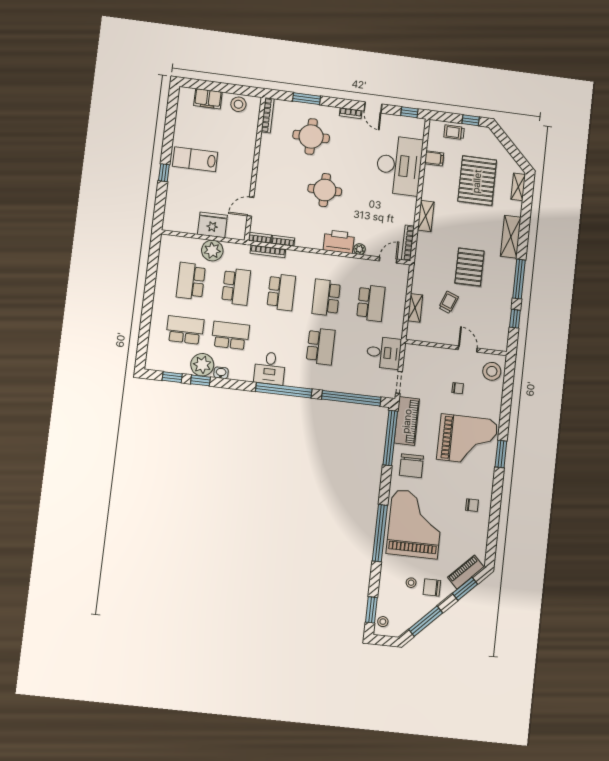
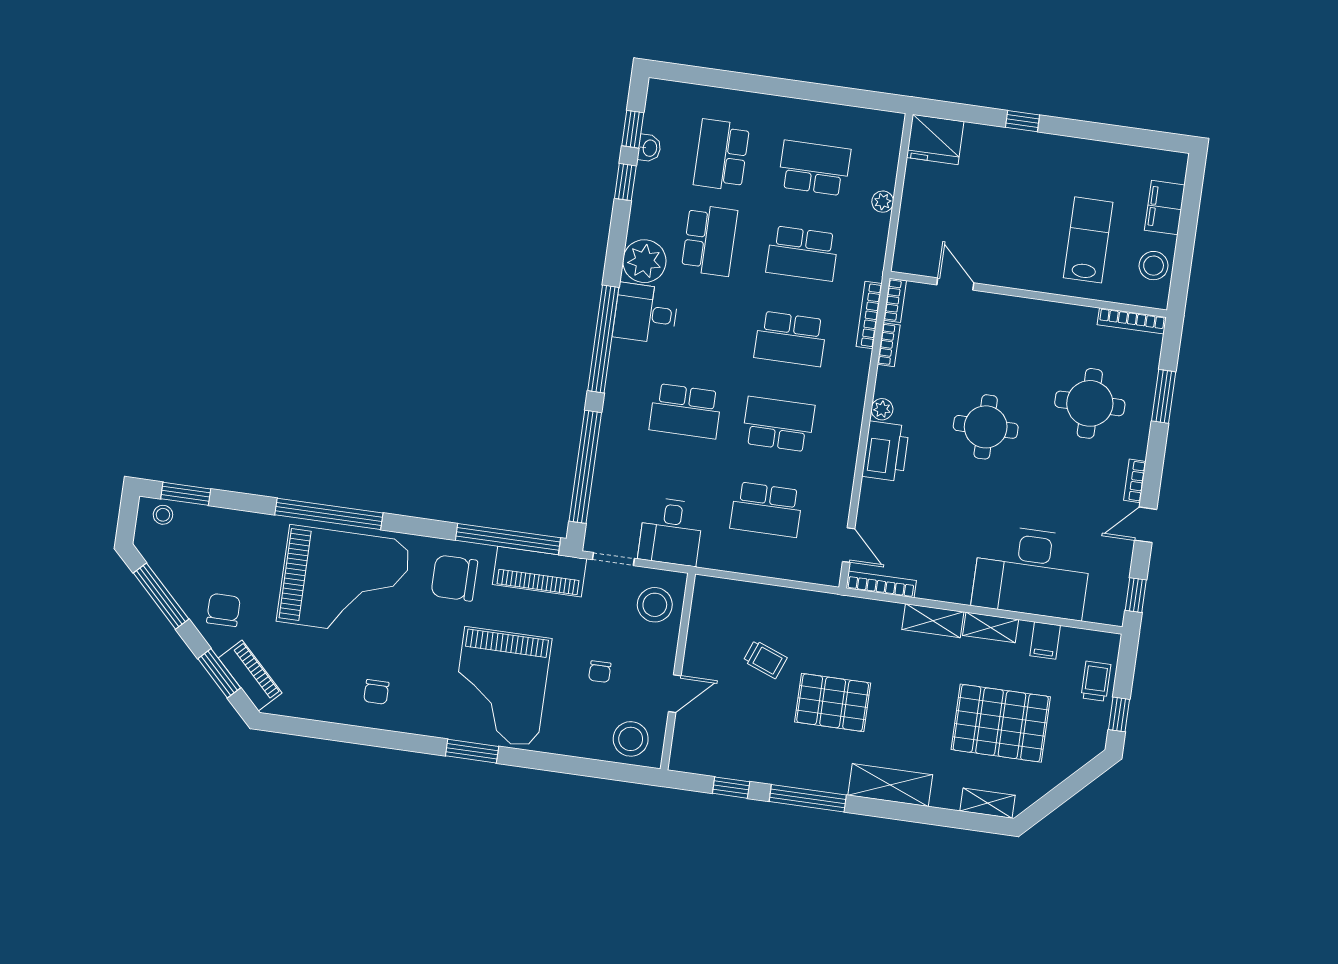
lab bench: (195, 159) -> (1088, 240), moved
fridge: (212, 225) -> (935, 139), moved, turned 90
plant: (360, 249) -> (882, 409), moved
plant: (212, 250) -> (883, 202), width x0.53, depth x0.53
shelving: (415, 308) -> (991, 627), moved
school desk: (185, 330) -> (721, 155), turned 180
plant: (202, 365) -> (644, 261), moved
washbasin: (221, 373) -> (649, 148), moved
stool: (411, 583) -> (655, 605), moved, width x1.89, depth x1.89

